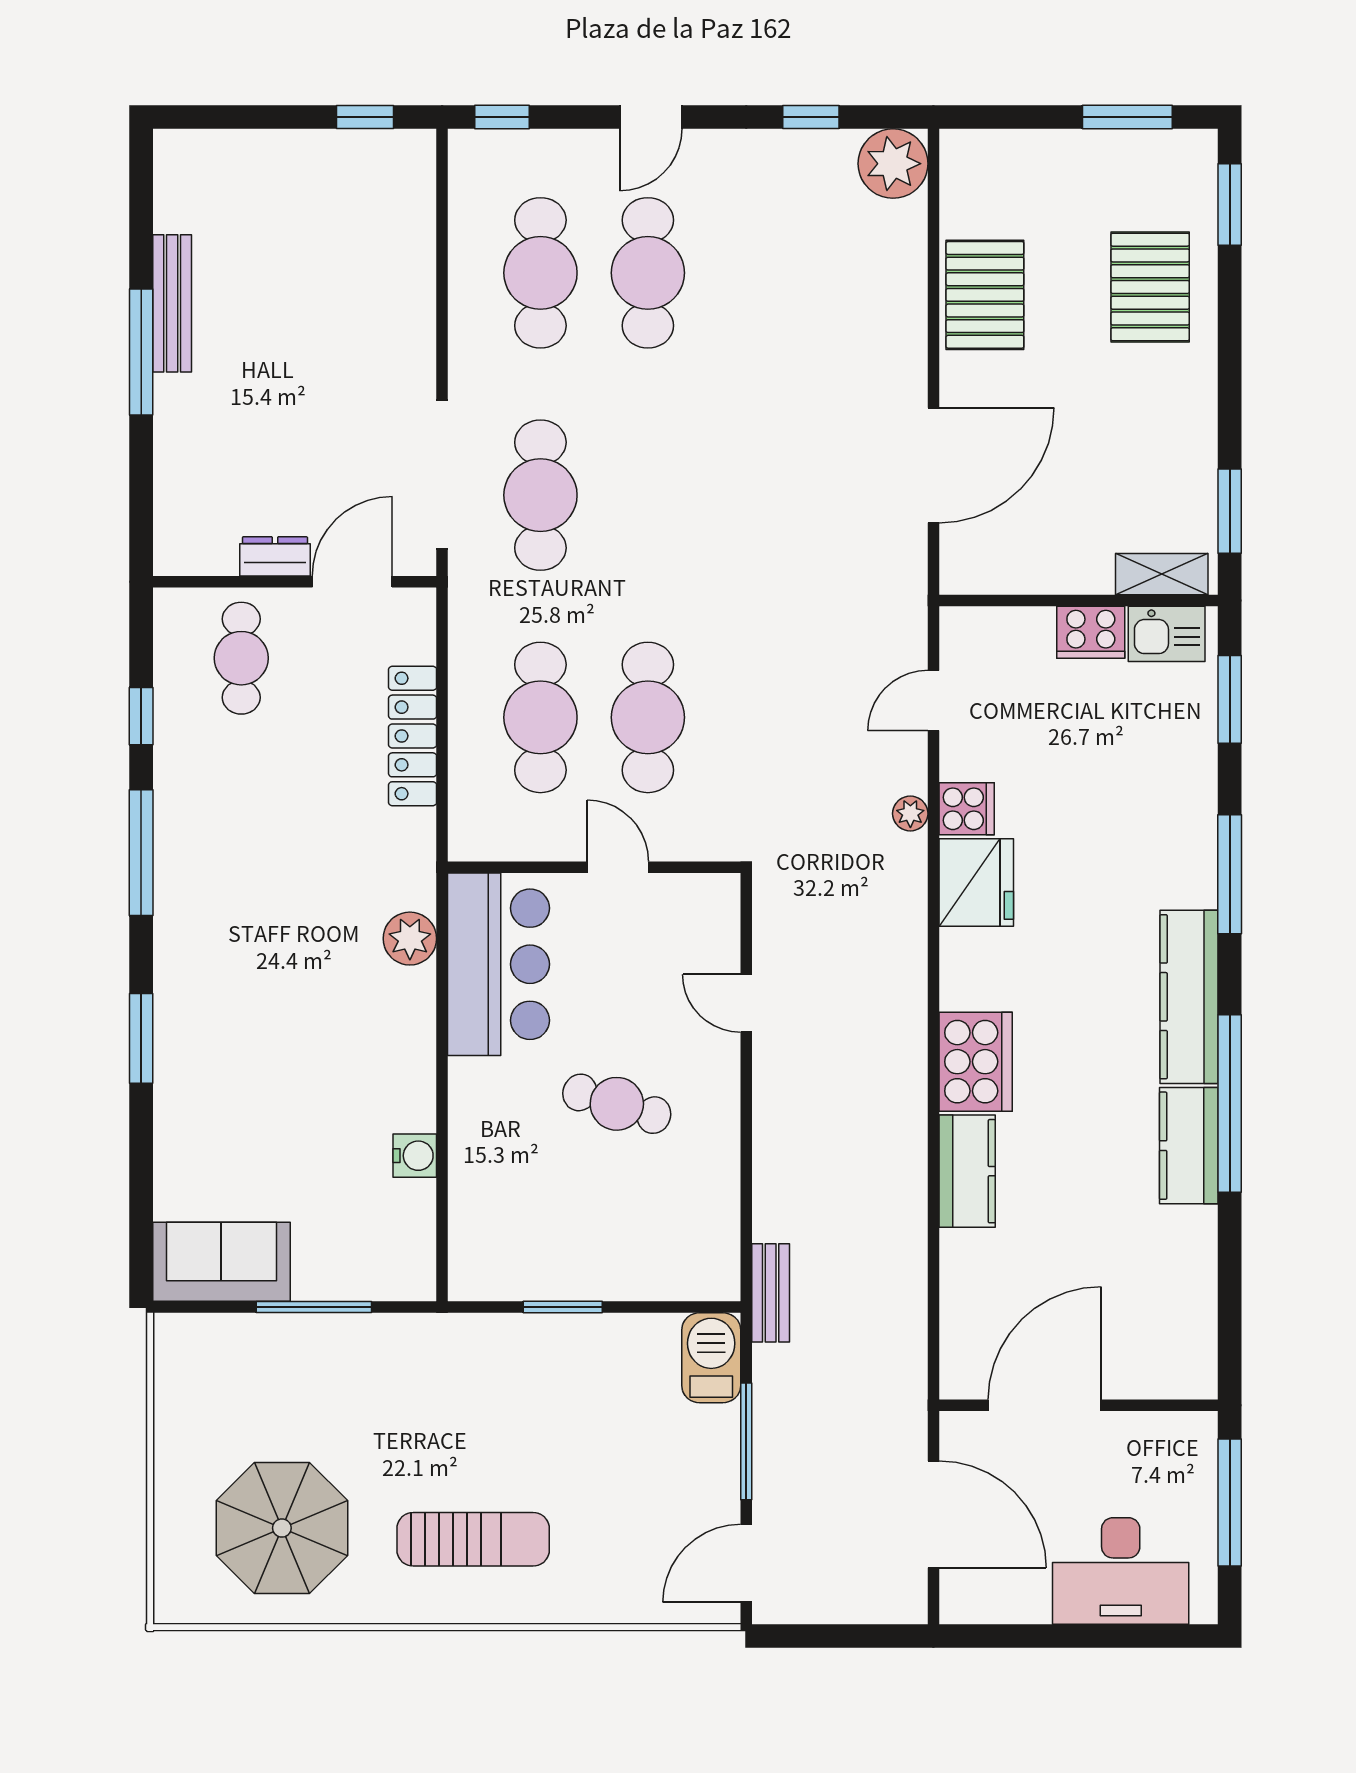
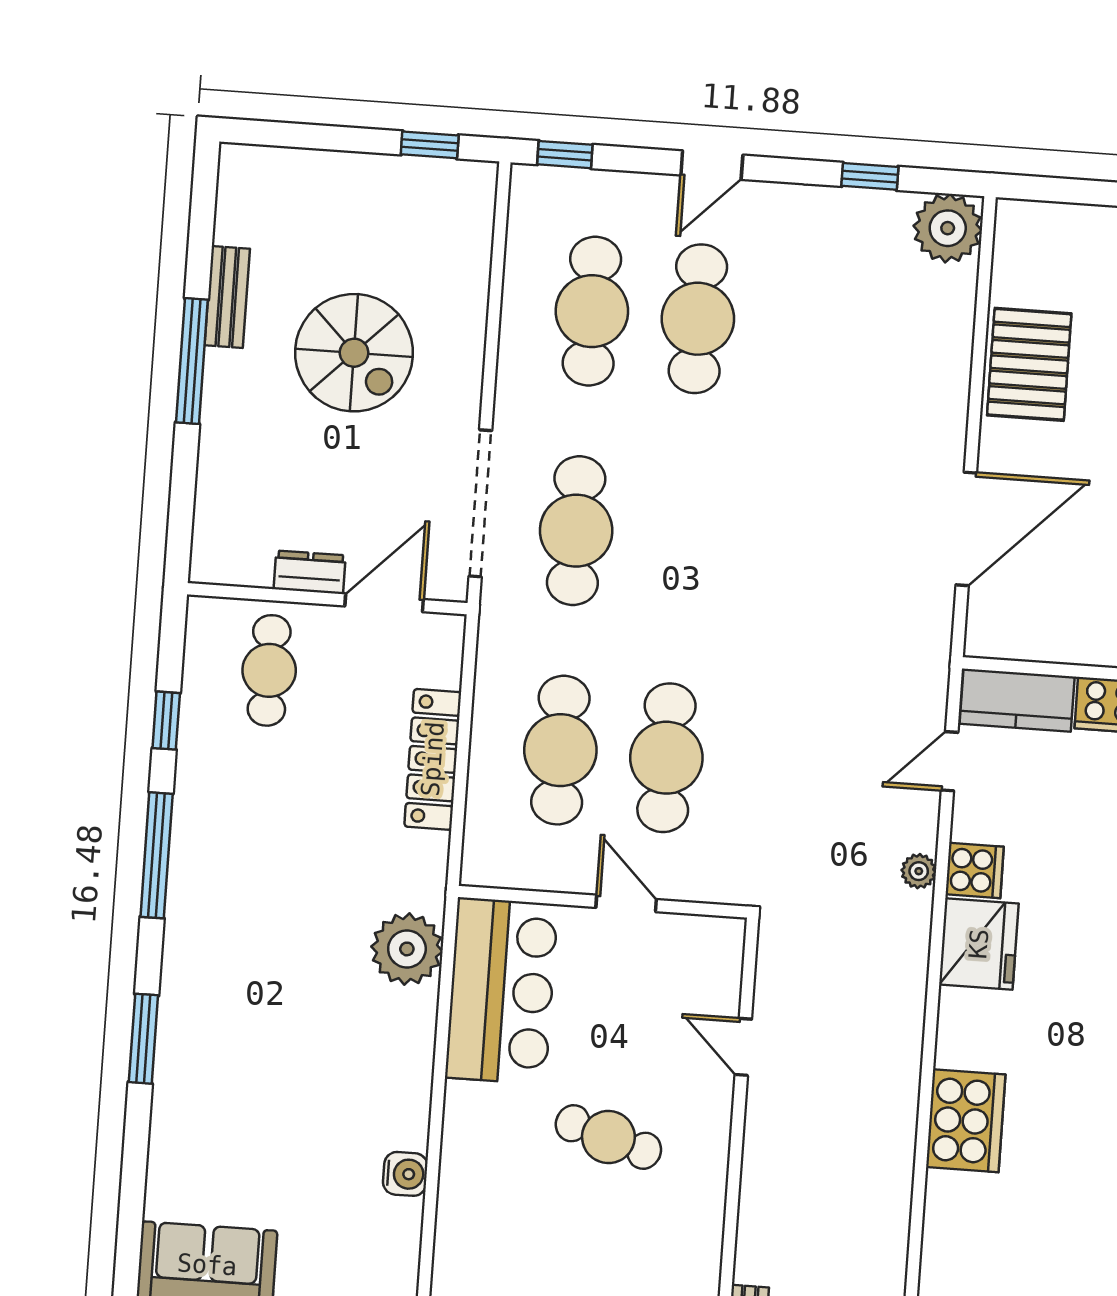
bench: (172, 303) -> (227, 297), width x0.73
spiral stairs: (304, 332) -> (354, 353), added
plant: (410, 939) -> (407, 949), width x1.36, depth x1.36
kitchen counter: (967, 1171) -> (1017, 700), moved, turned 90

